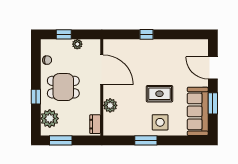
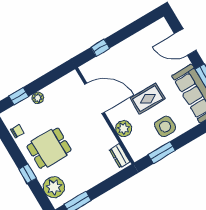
door: (102, 70) -> (94, 98), moved
wall: (102, 87) -> (105, 116), moved
plant: (110, 105) -> (124, 129), moved
dresser: (95, 124) -> (120, 156), moved

